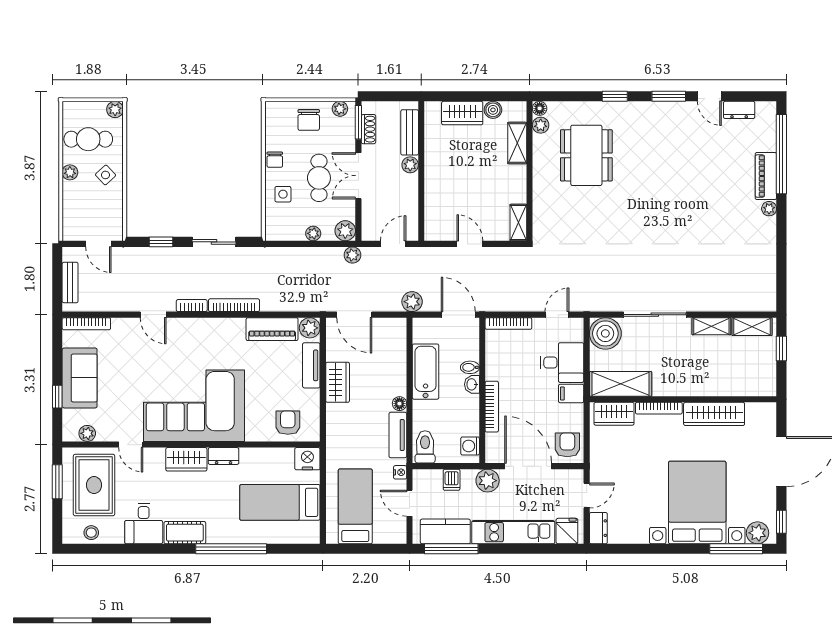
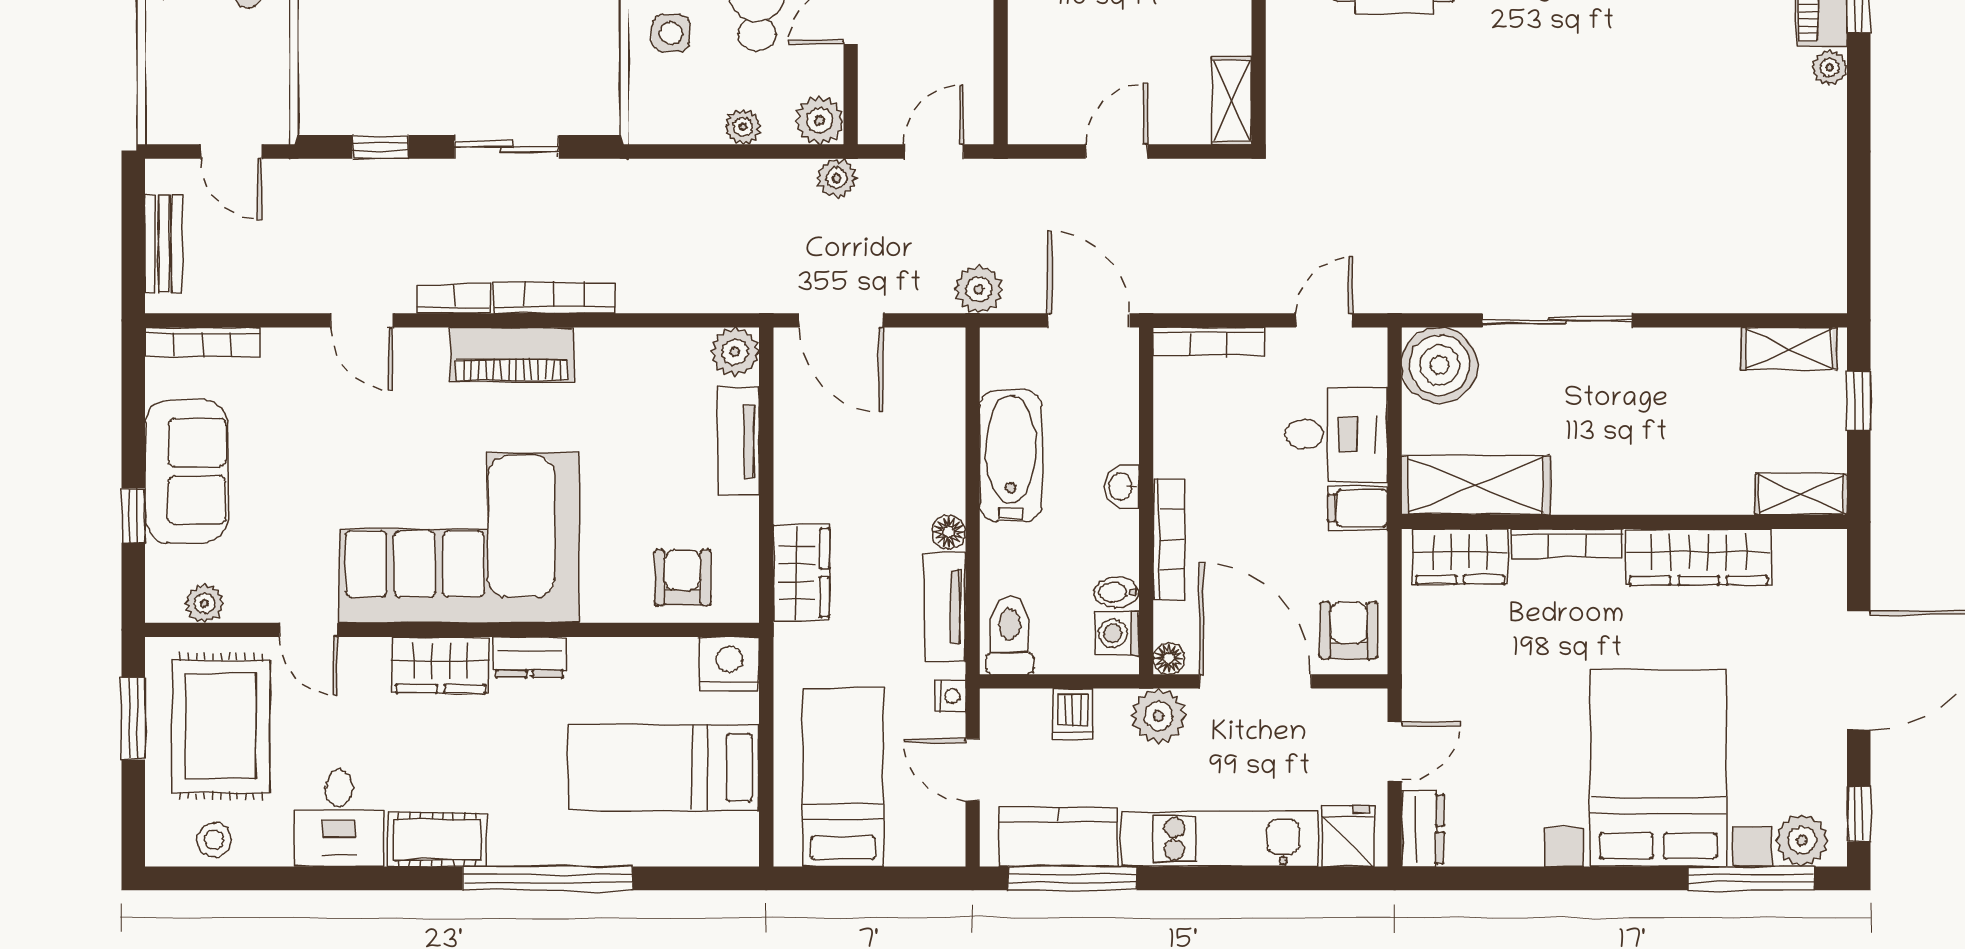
door: (470, 244) -> (1117, 152), hinge flipped
shelving: (711, 326) -> (1801, 494), moved
piano: (272, 329) -> (512, 355), moved
bidet: (470, 367) -> (1117, 592), moved
wardrobe: (338, 382) -> (801, 573), moved
floor lamp: (492, 457) -> (1169, 659), added

